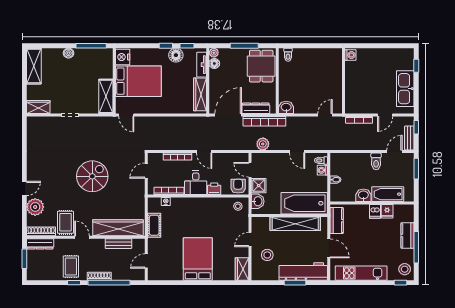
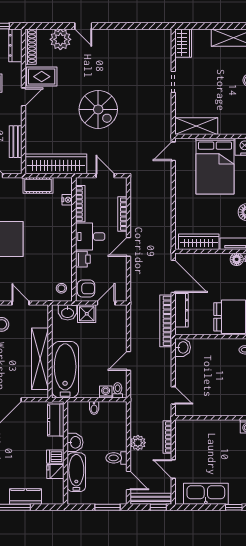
bench: (409, 138) -> (150, 499), width x1.36
plant: (263, 144) -> (138, 443), moved
kitchen counter: (337, 221) -> (56, 420), moved, turned 90
wardrobe: (118, 228) -> (56, 164), moved, turned -90

